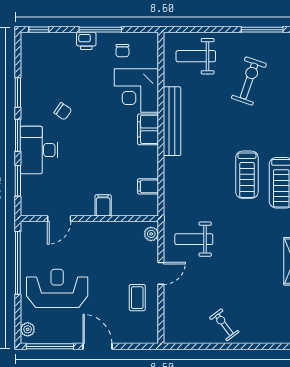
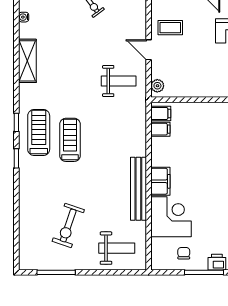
filing cabinet: (103, 205) -> (161, 113), moved, turned -90
door: (161, 273) -> (149, 50), hinge flipped
coffee table: (137, 298) -> (170, 28), turned 90

